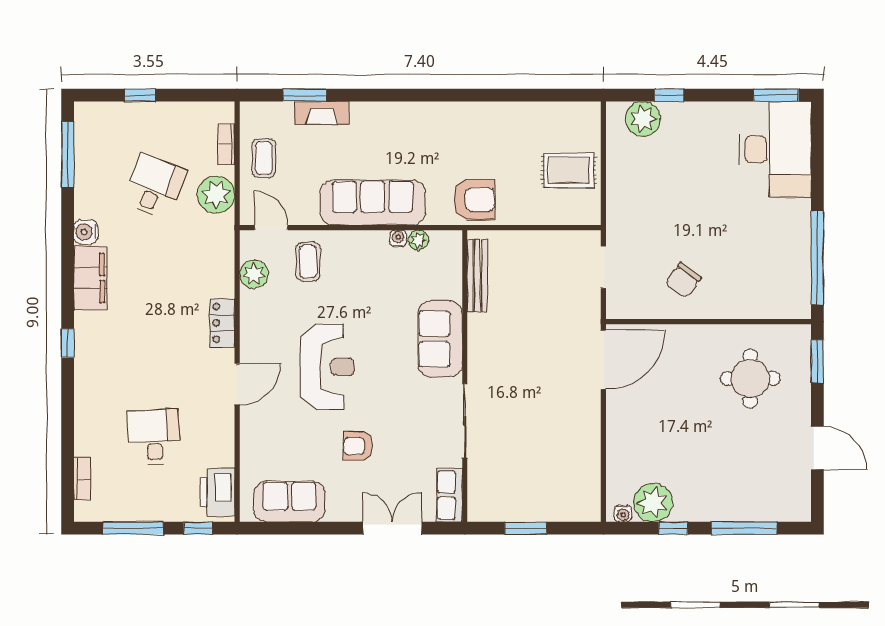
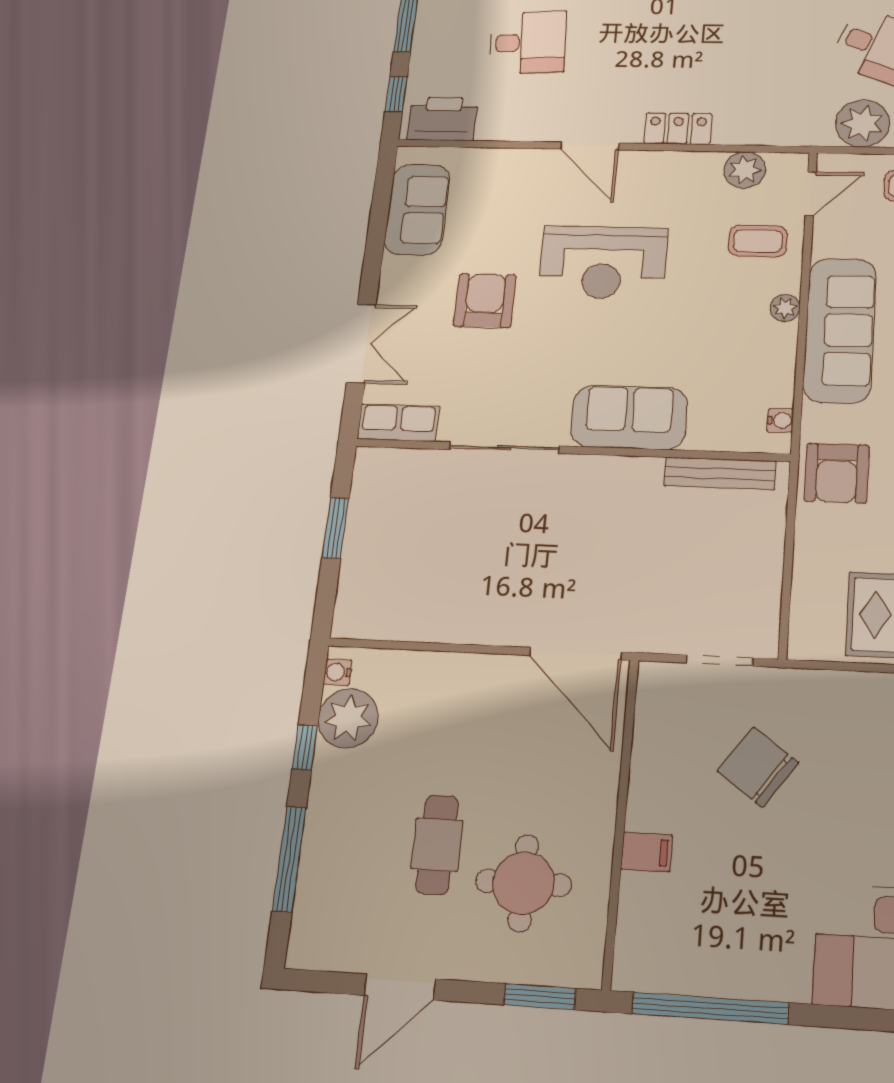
water cooler: (398, 238) -> (780, 420), moved
plant: (418, 240) -> (785, 308), moved
chair: (683, 280) -> (758, 767), moved, width x1.37, depth x1.37
filing cabinet: (727, 304) -> (647, 852), added
cafe table: (730, 435) -> (437, 845), added
armchair: (358, 446) -> (485, 301), width x1.38, depth x1.38

